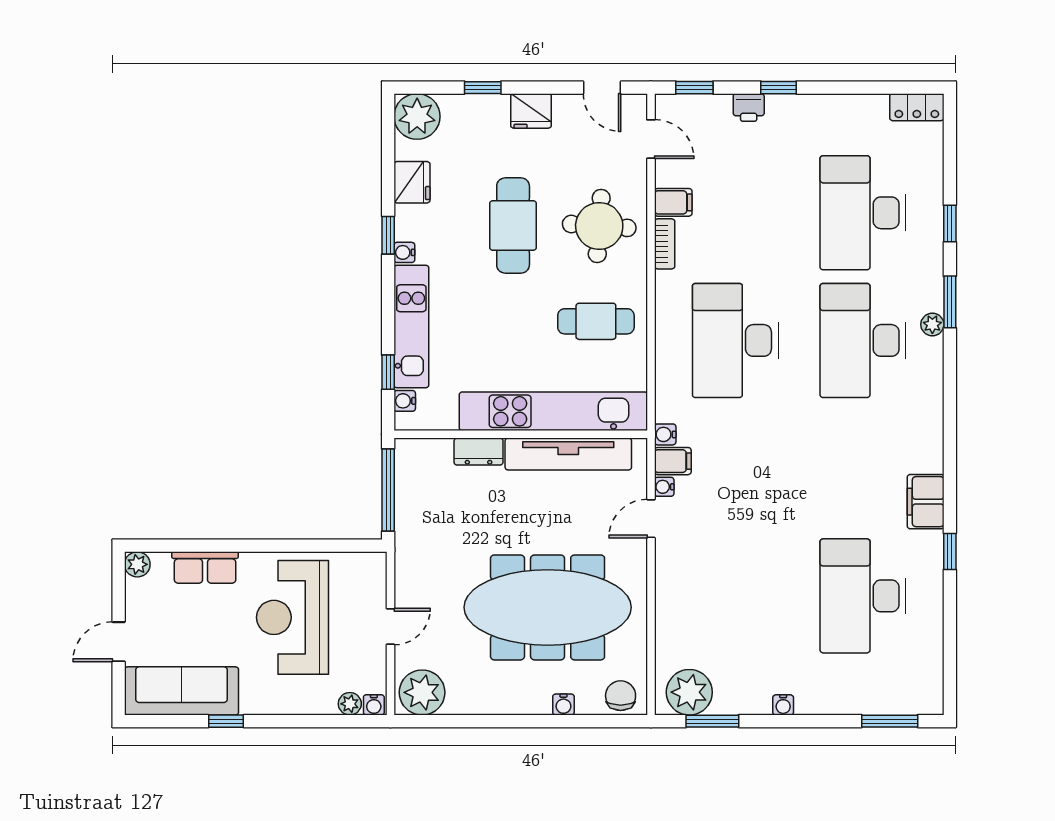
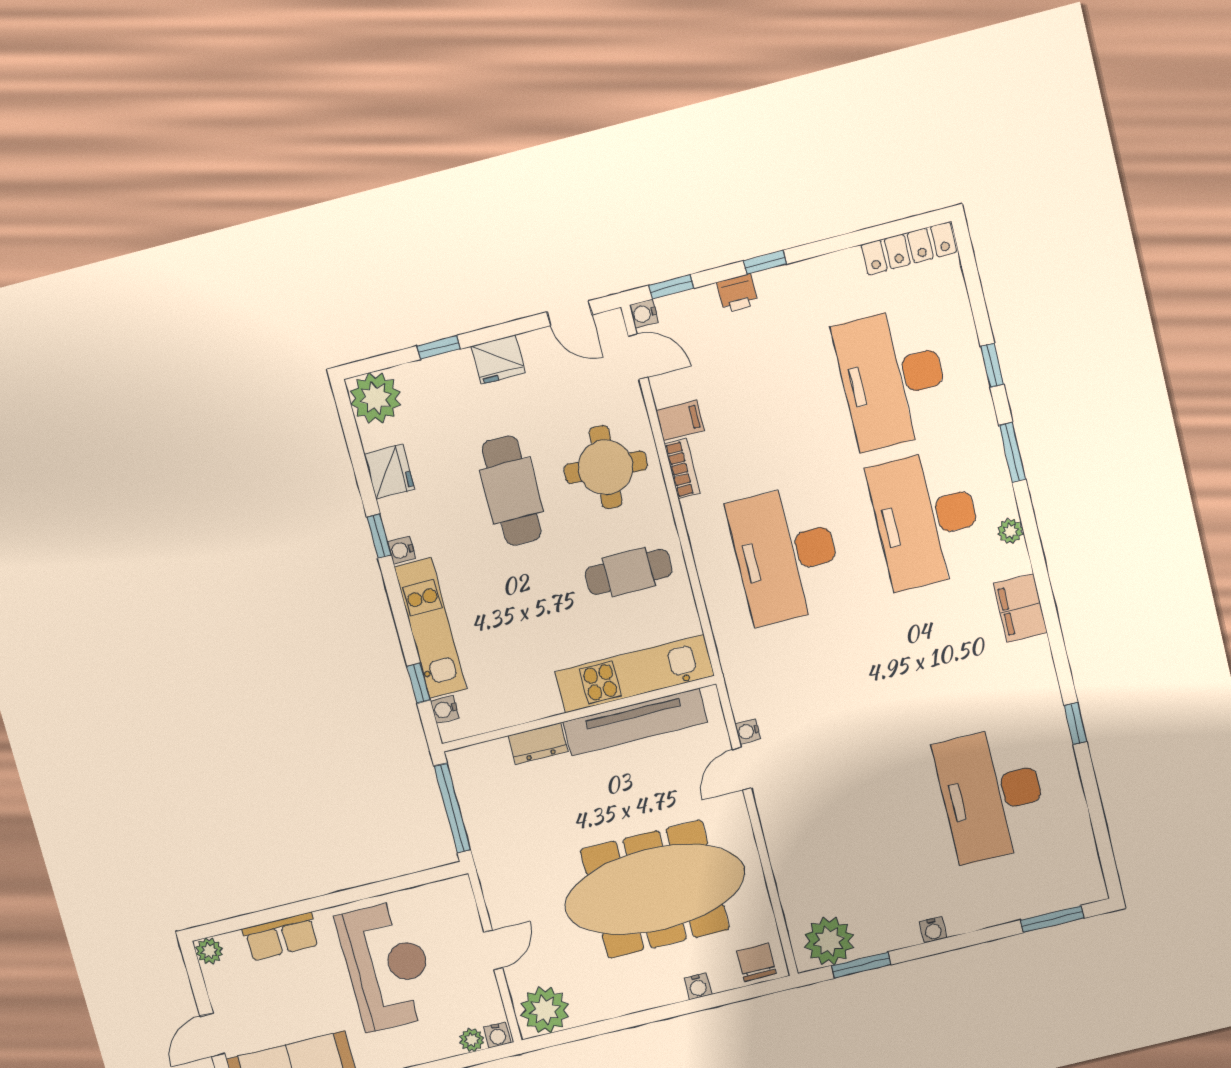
locker: (917, 107) -> (909, 248), width x1.53
plant: (932, 324) -> (1010, 531), moved
kitchen unit: (553, 411) -> (634, 674), width x0.73
water cooler: (665, 434) -> (644, 314), moved
filing cabinet: (673, 461) -> (750, 702), removed
filing cabinet: (926, 502) -> (1020, 608), moved
reception desk: (292, 617) -> (387, 966), turned 180

